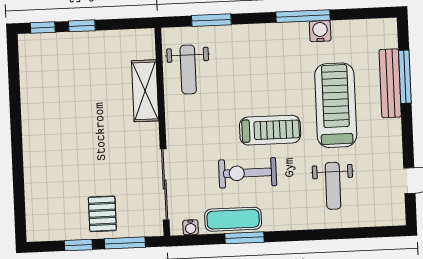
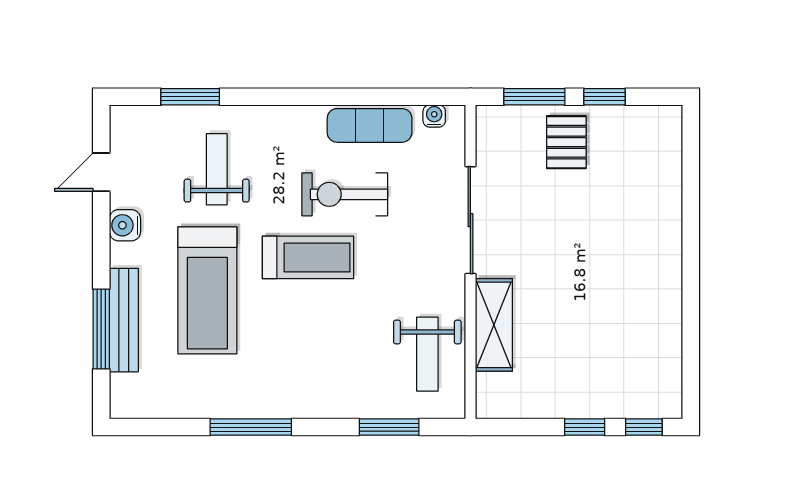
water cooler: (320, 31) -> (125, 225), moved, turned 90
weight bench: (188, 69) -> (427, 354), turned 180
treadmill: (270, 130) -> (308, 257), turned 180
exercise bike: (248, 173) -> (345, 194), turned 180
sliding door: (165, 184) -> (470, 220), moved
window: (244, 238) -> (190, 97), moved

